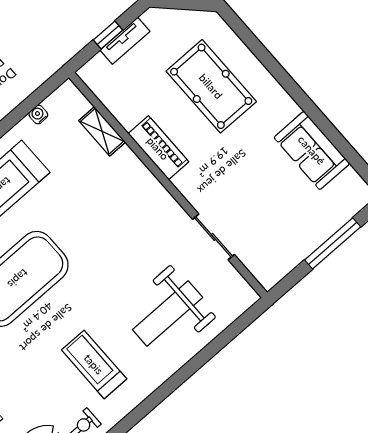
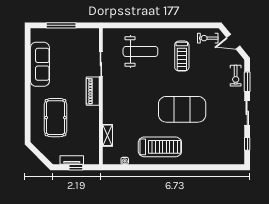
piano: (158, 148) -> (93, 91), moved
sofa: (312, 150) -> (40, 64), width x1.36

